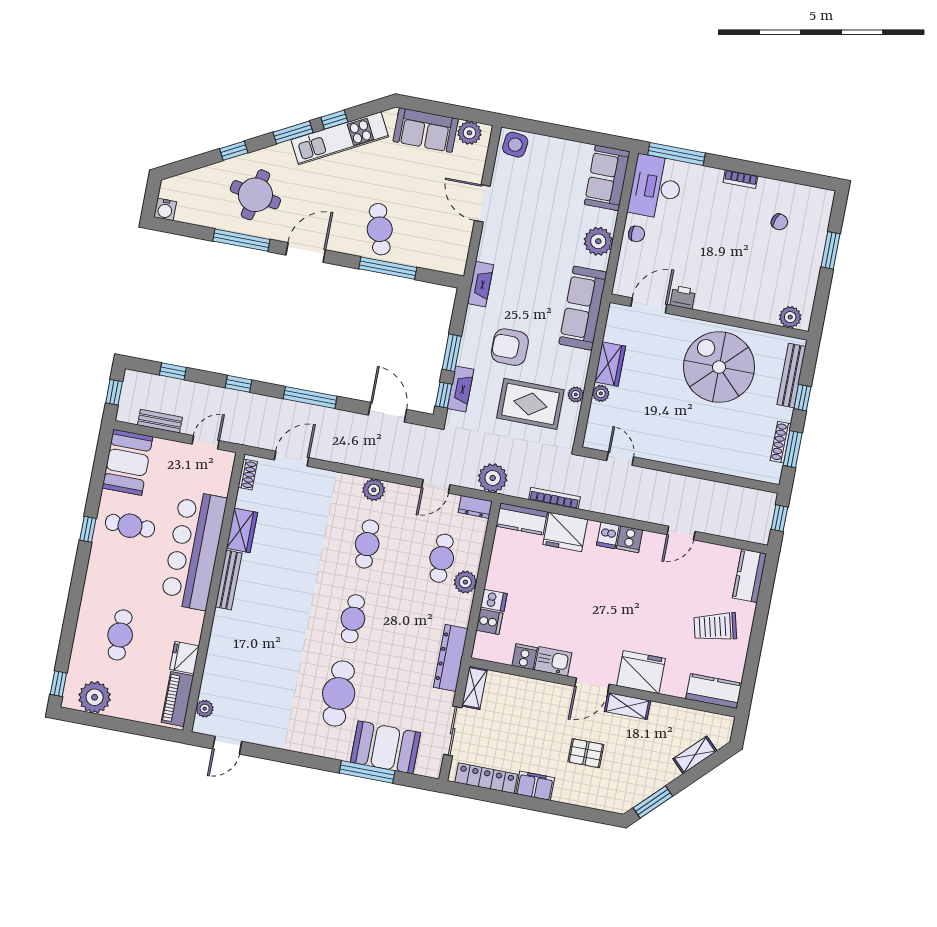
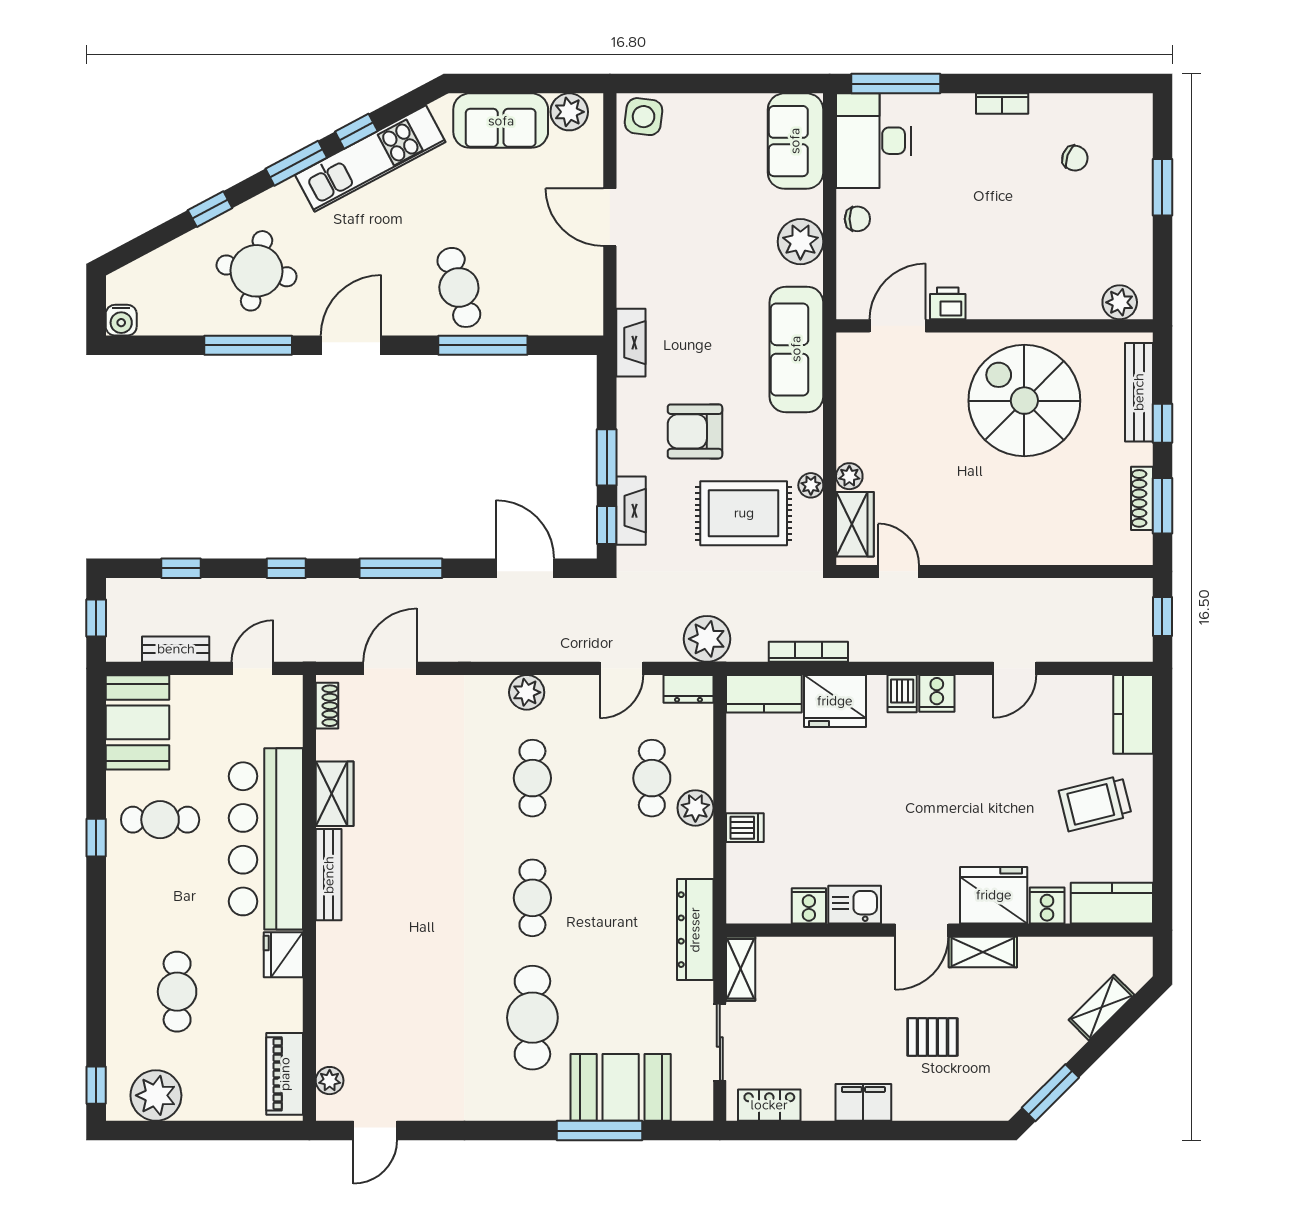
wardrobe: (610, 364) -> (855, 524), moved
cooker: (489, 622) -> (1047, 906), moved, turned -90
fridge: (184, 658) -> (283, 955), moved
locker: (486, 778) -> (769, 1105), width x0.66

